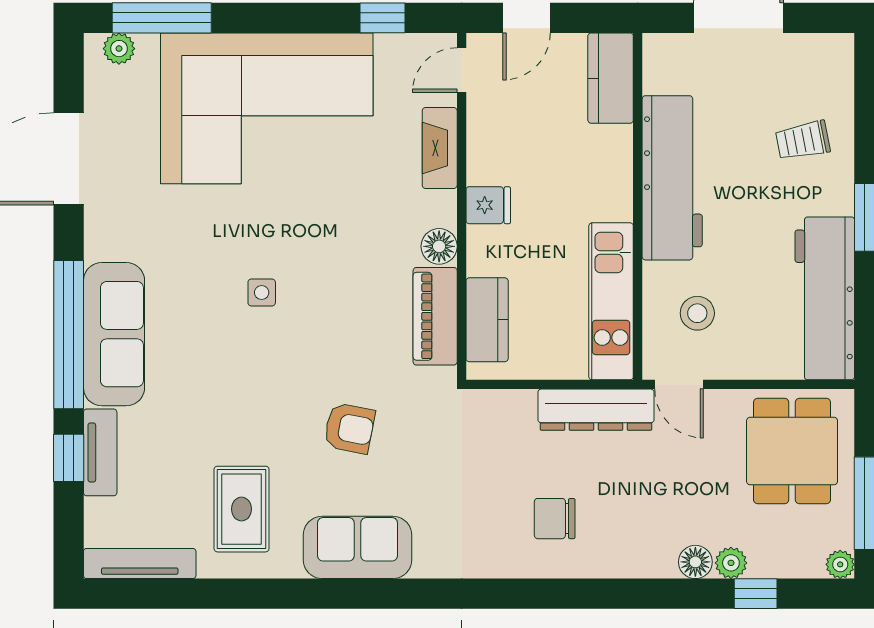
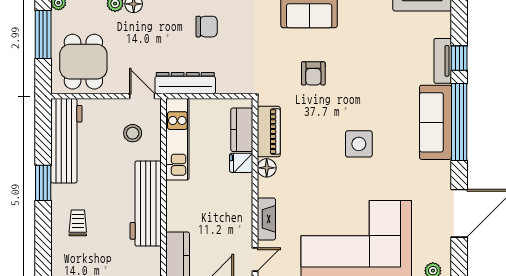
trolley: (803, 140) -> (78, 223), turned -79
fridge: (488, 205) -> (241, 163), moved
side table: (262, 293) -> (359, 144), width x1.87, depth x1.87
armchair: (349, 428) -> (313, 73), turned -101
rug: (242, 509) -> (369, 31), removed

